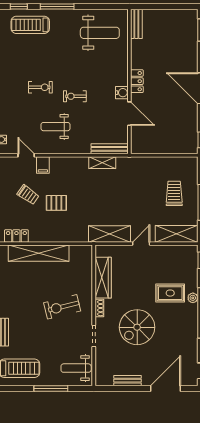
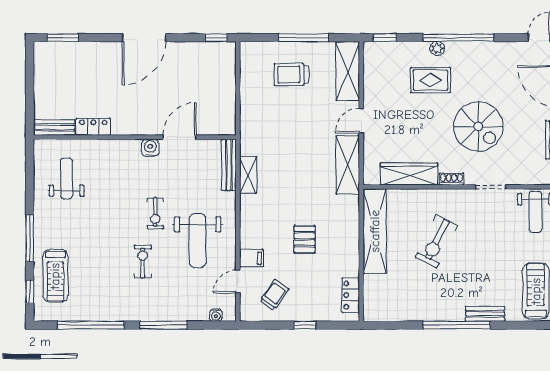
weight bench: (100, 33) -> (67, 178), width x0.73, depth x0.75
locker: (137, 81) -> (93, 127), moved
weight bench: (55, 127) -> (198, 240), width x1.36, depth x1.33
trolley: (28, 195) -> (274, 295), moved
door: (141, 244) -> (361, 121), hinge flipped
shelving: (39, 253) -> (375, 231), moved
rug: (170, 293) -> (430, 80), turned 90
exercise bike: (62, 307) -> (436, 241), moved, turned 40

